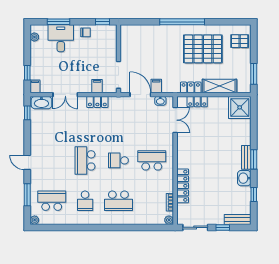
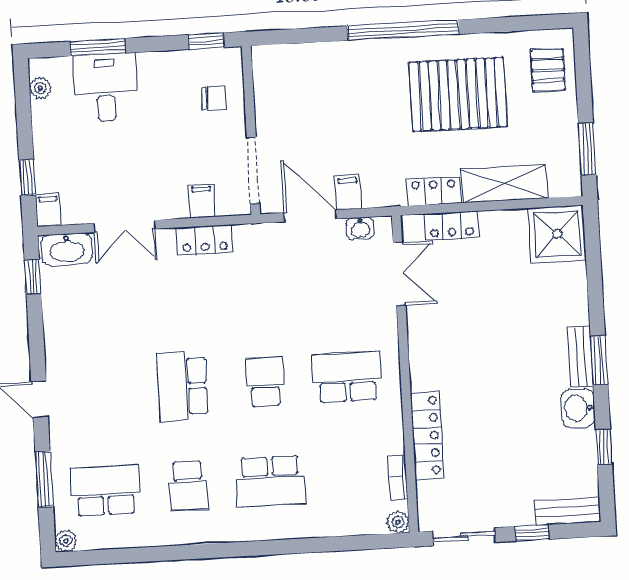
chair: (85, 32) -> (213, 98), moved
pallet: (240, 41) -> (548, 70), turned 90
school desk: (118, 160) -> (265, 382), turned 90

